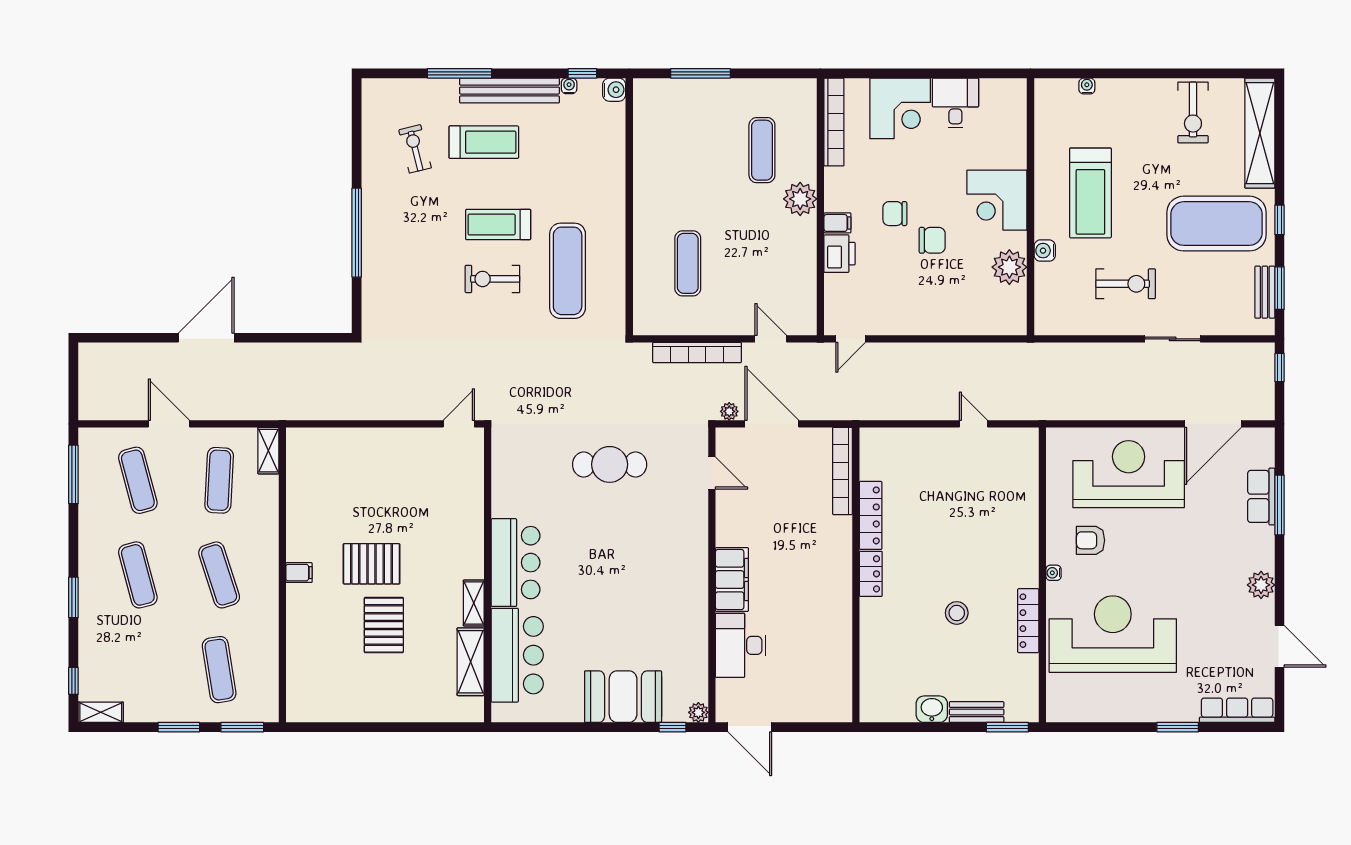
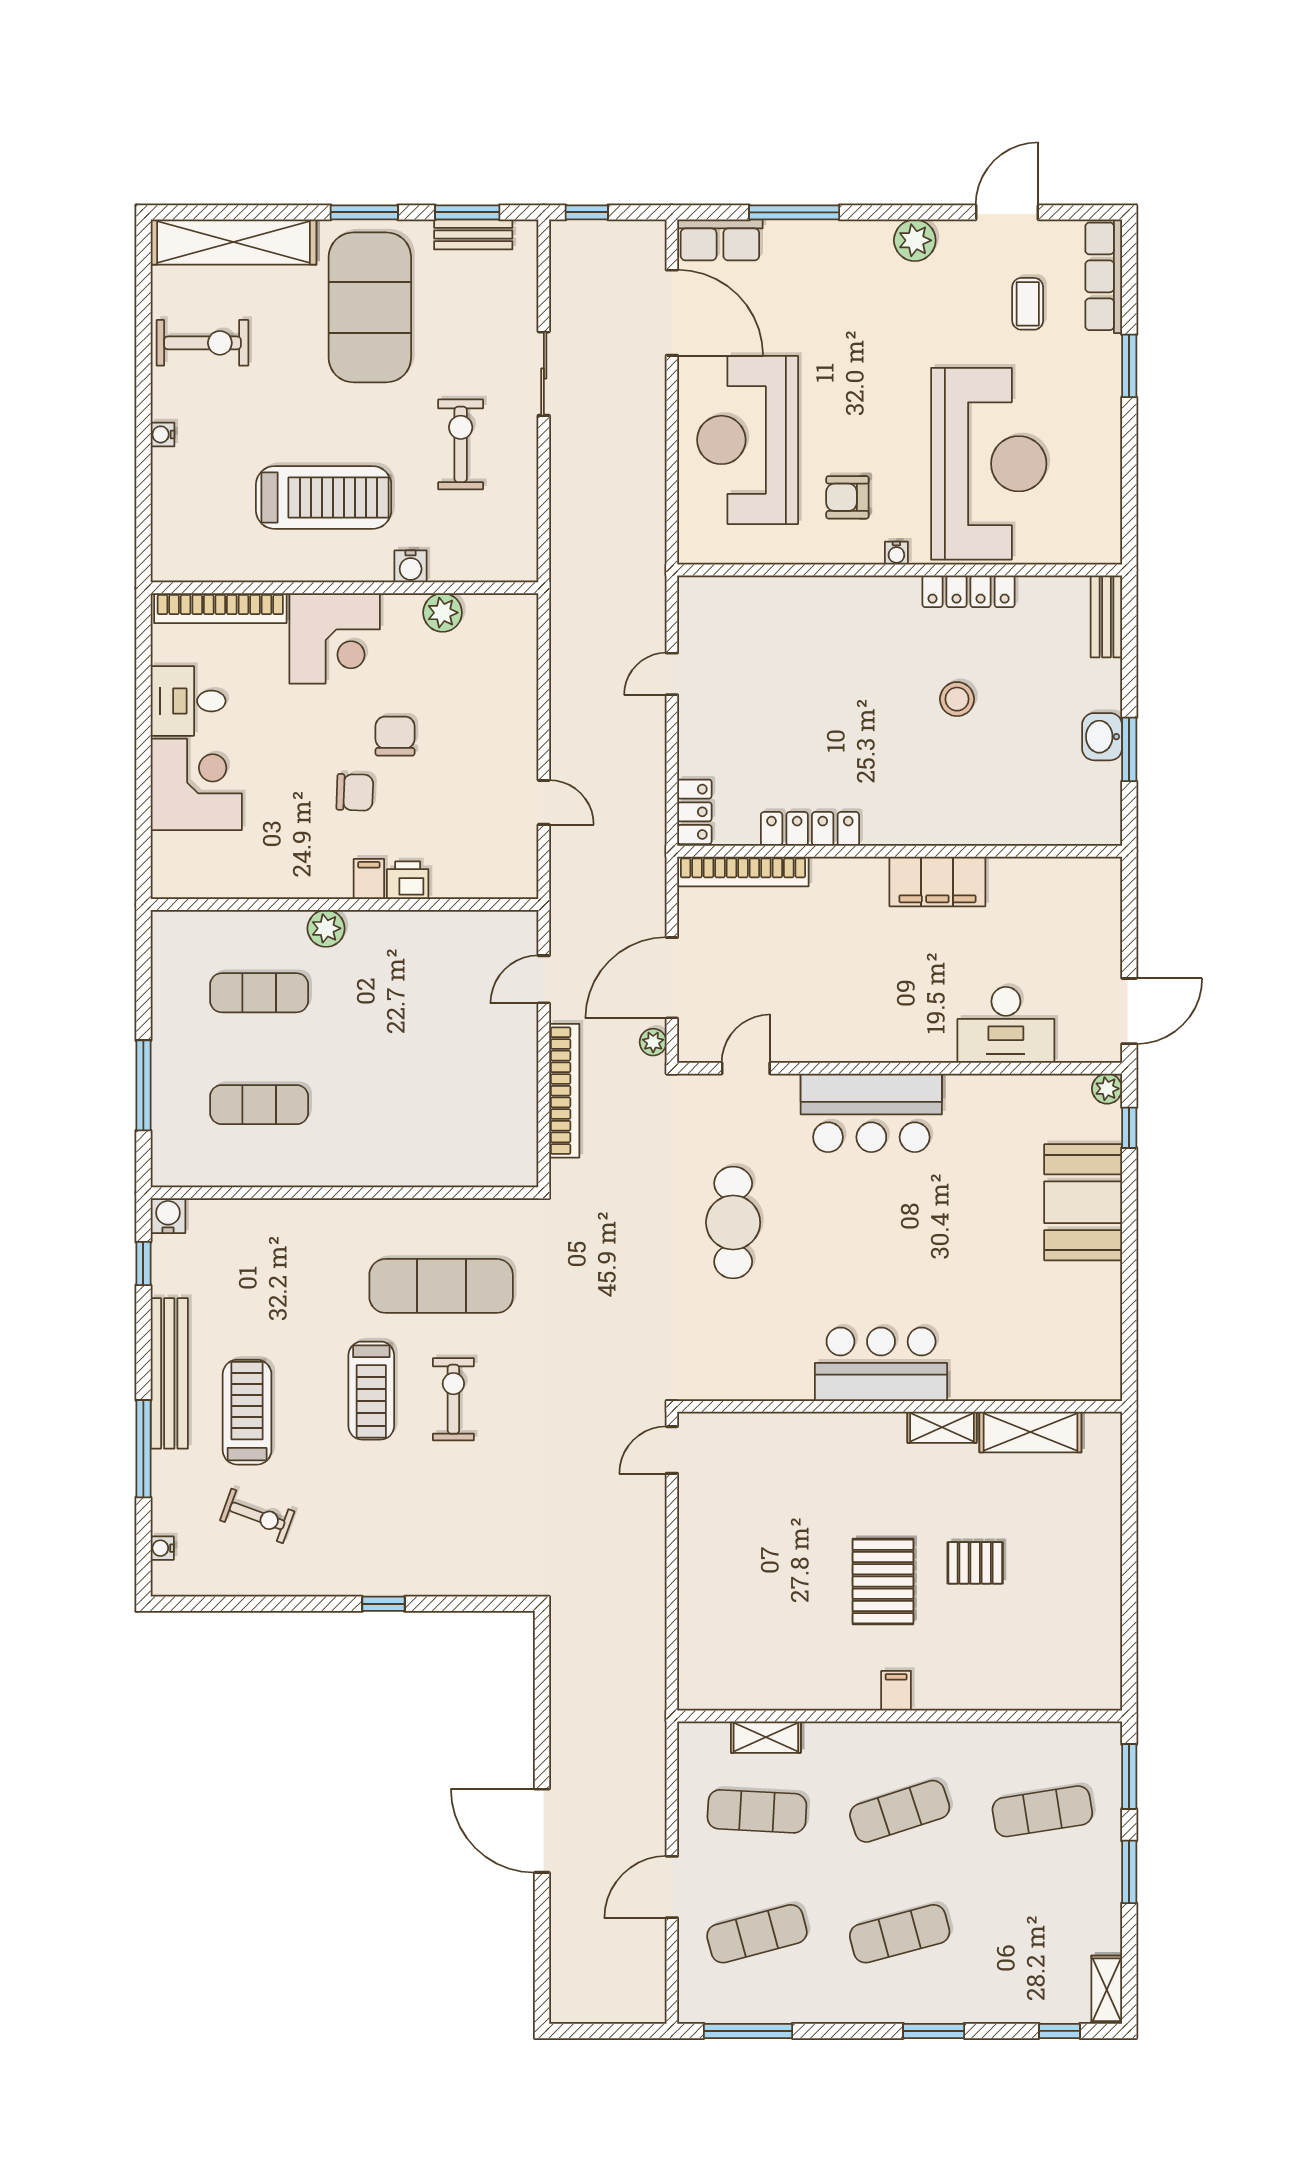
water cooler: (569, 86) -> (162, 1548), moved
water cooler: (1087, 86) -> (162, 434), moved
bookcase: (834, 122) -> (220, 608), moved, turned 180
exercise bike: (415, 149) -> (257, 1516), turned -146
plant: (800, 199) -> (326, 928), width x0.73, depth x0.73
chair: (895, 214) -> (355, 792), turned -88
window: (1280, 220) -> (364, 212), width x1.50
window: (357, 233) -> (383, 1604), width x0.32
printer: (840, 254) -> (408, 880), width x0.73, depth x0.81
exercise mat: (688, 263) -> (259, 1105), moved
plant: (1009, 267) -> (443, 613), width x0.73, depth x0.73
exercise bike: (492, 279) -> (453, 1399), turned 180
door: (851, 339) -> (544, 802), moved
door: (459, 424) -> (672, 1450), hinge flipped
shelving: (268, 451) -> (766, 1737), moved
row of seats: (1261, 496) -> (720, 240), moved
armchair: (1091, 540) -> (847, 497), turned 90
locker: (871, 574) -> (694, 812), moved, turned 90
filing cabinet: (732, 580) -> (937, 881), moved, turned 180
pallet: (384, 625) -> (975, 1563), width x0.67, depth x0.71
reception desk: (1113, 634) -> (989, 464), turned 180
bar counter: (517, 655) -> (871, 1113), moved, turned 180
coffee table: (1219, 660) -> (1028, 304), added
bench: (977, 712) -> (1106, 616), moved
window: (1007, 727) -> (1129, 749), moved

